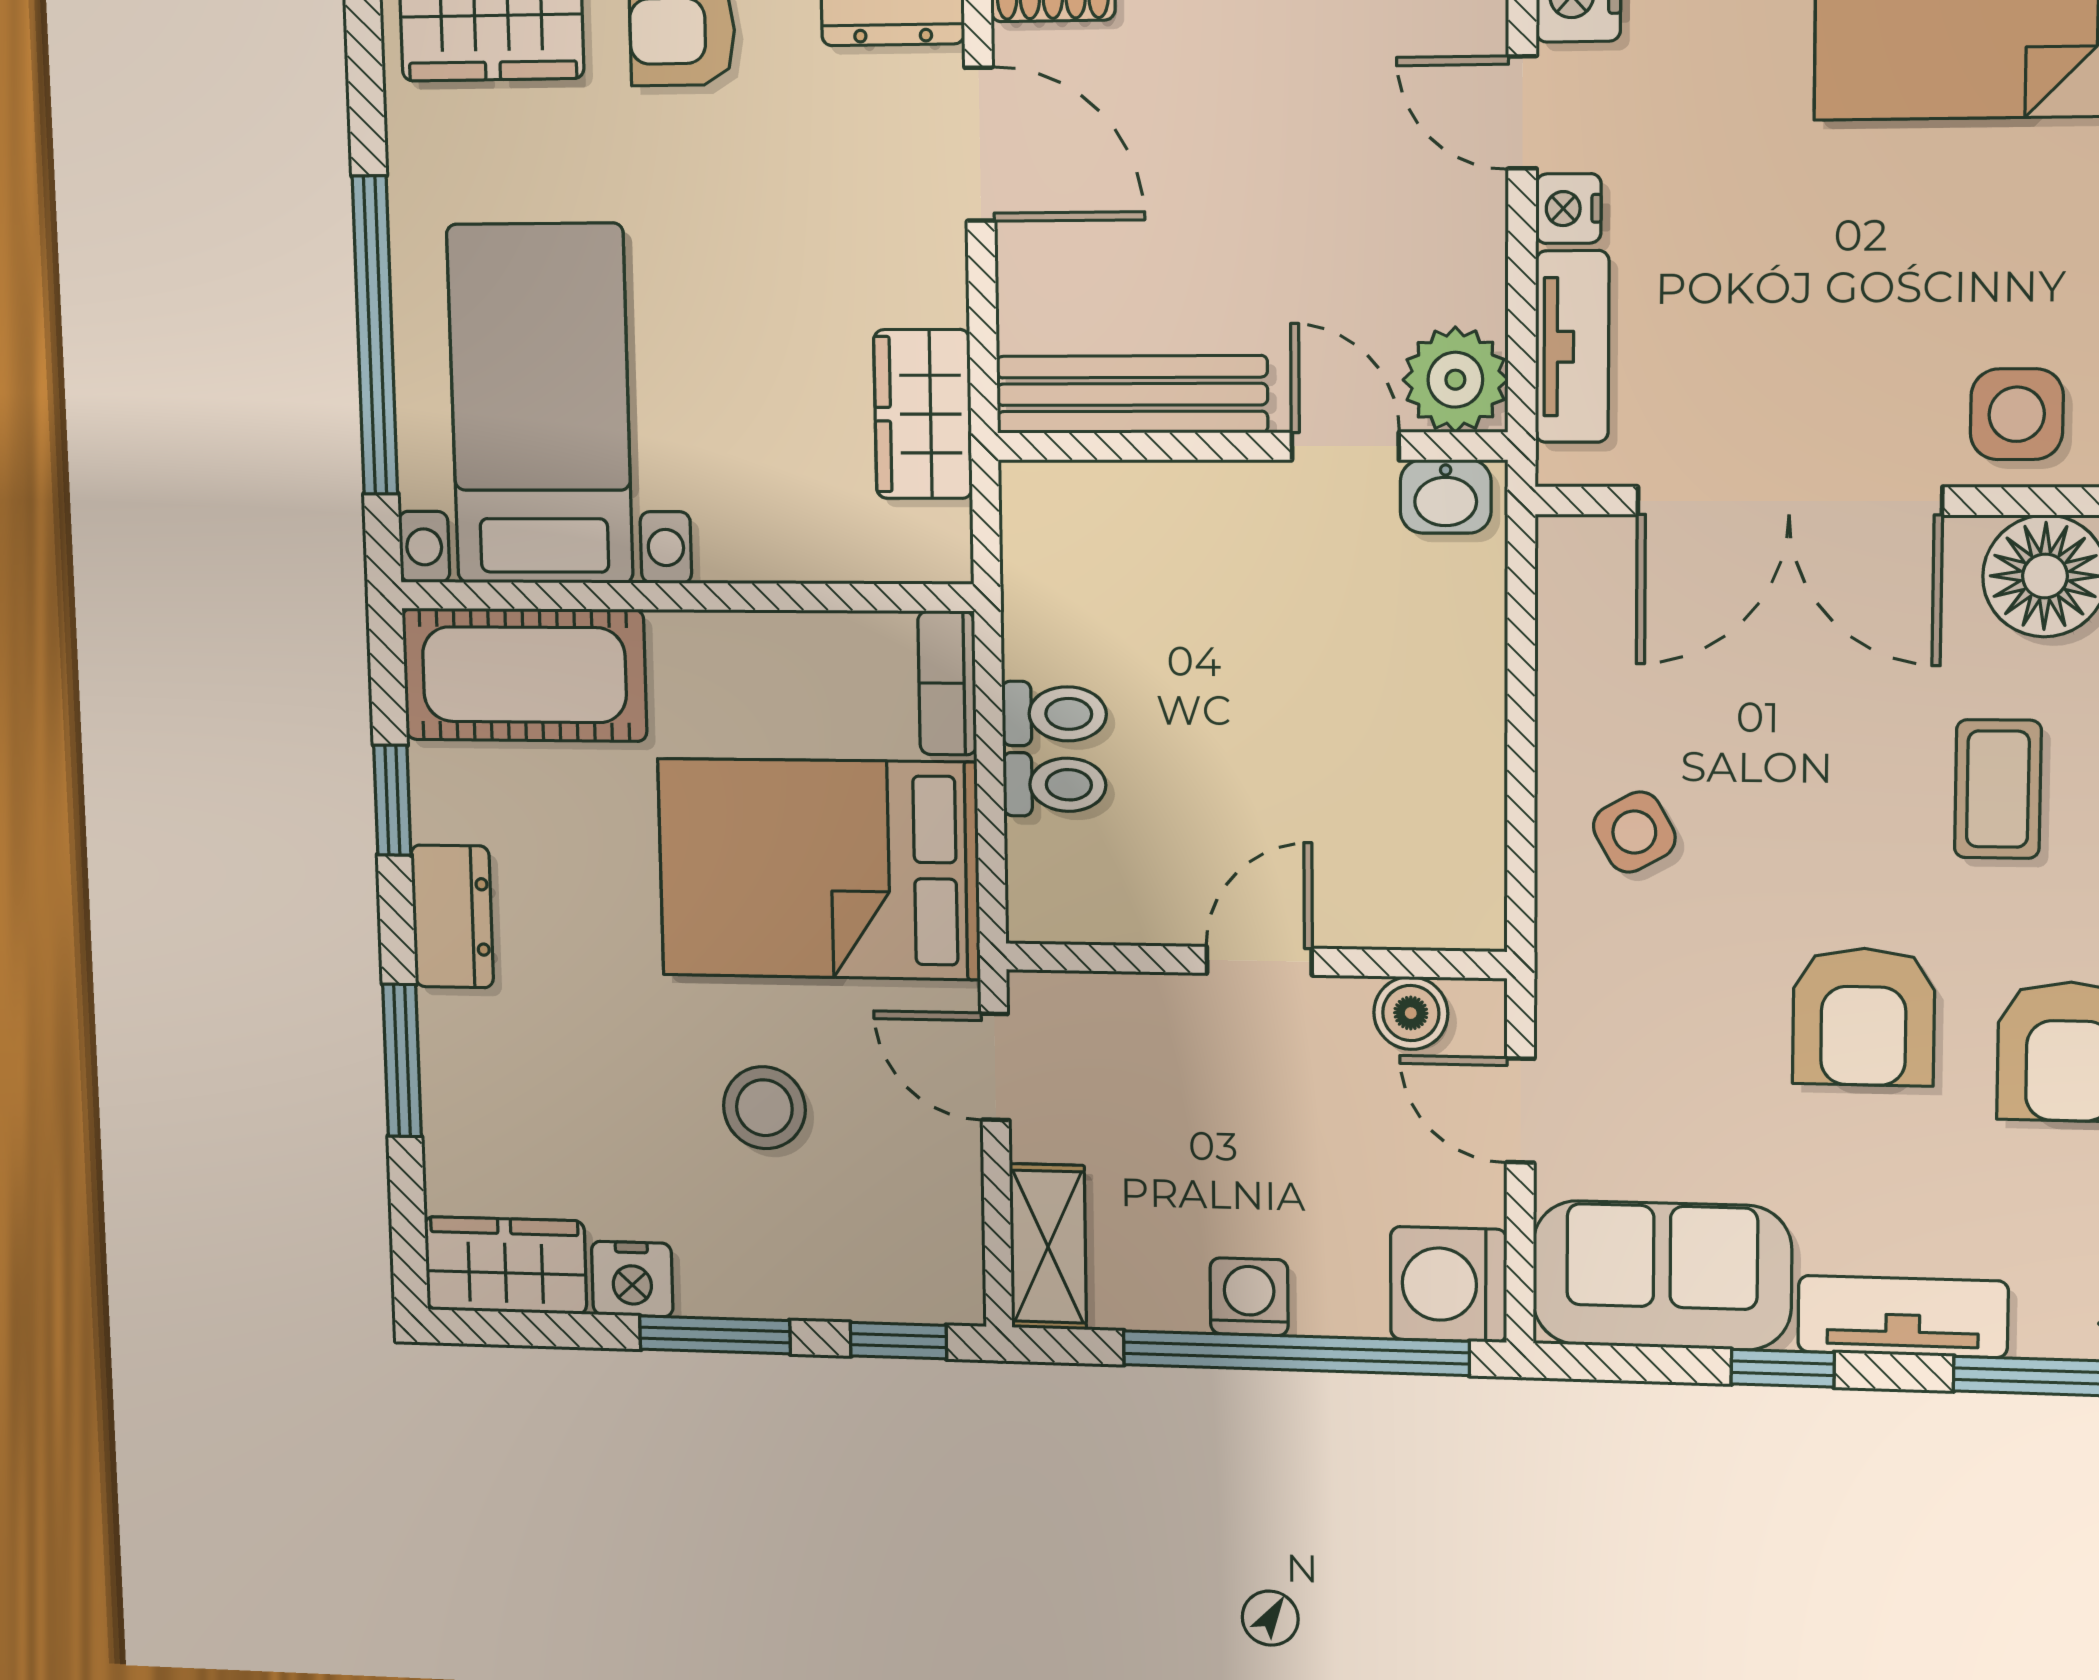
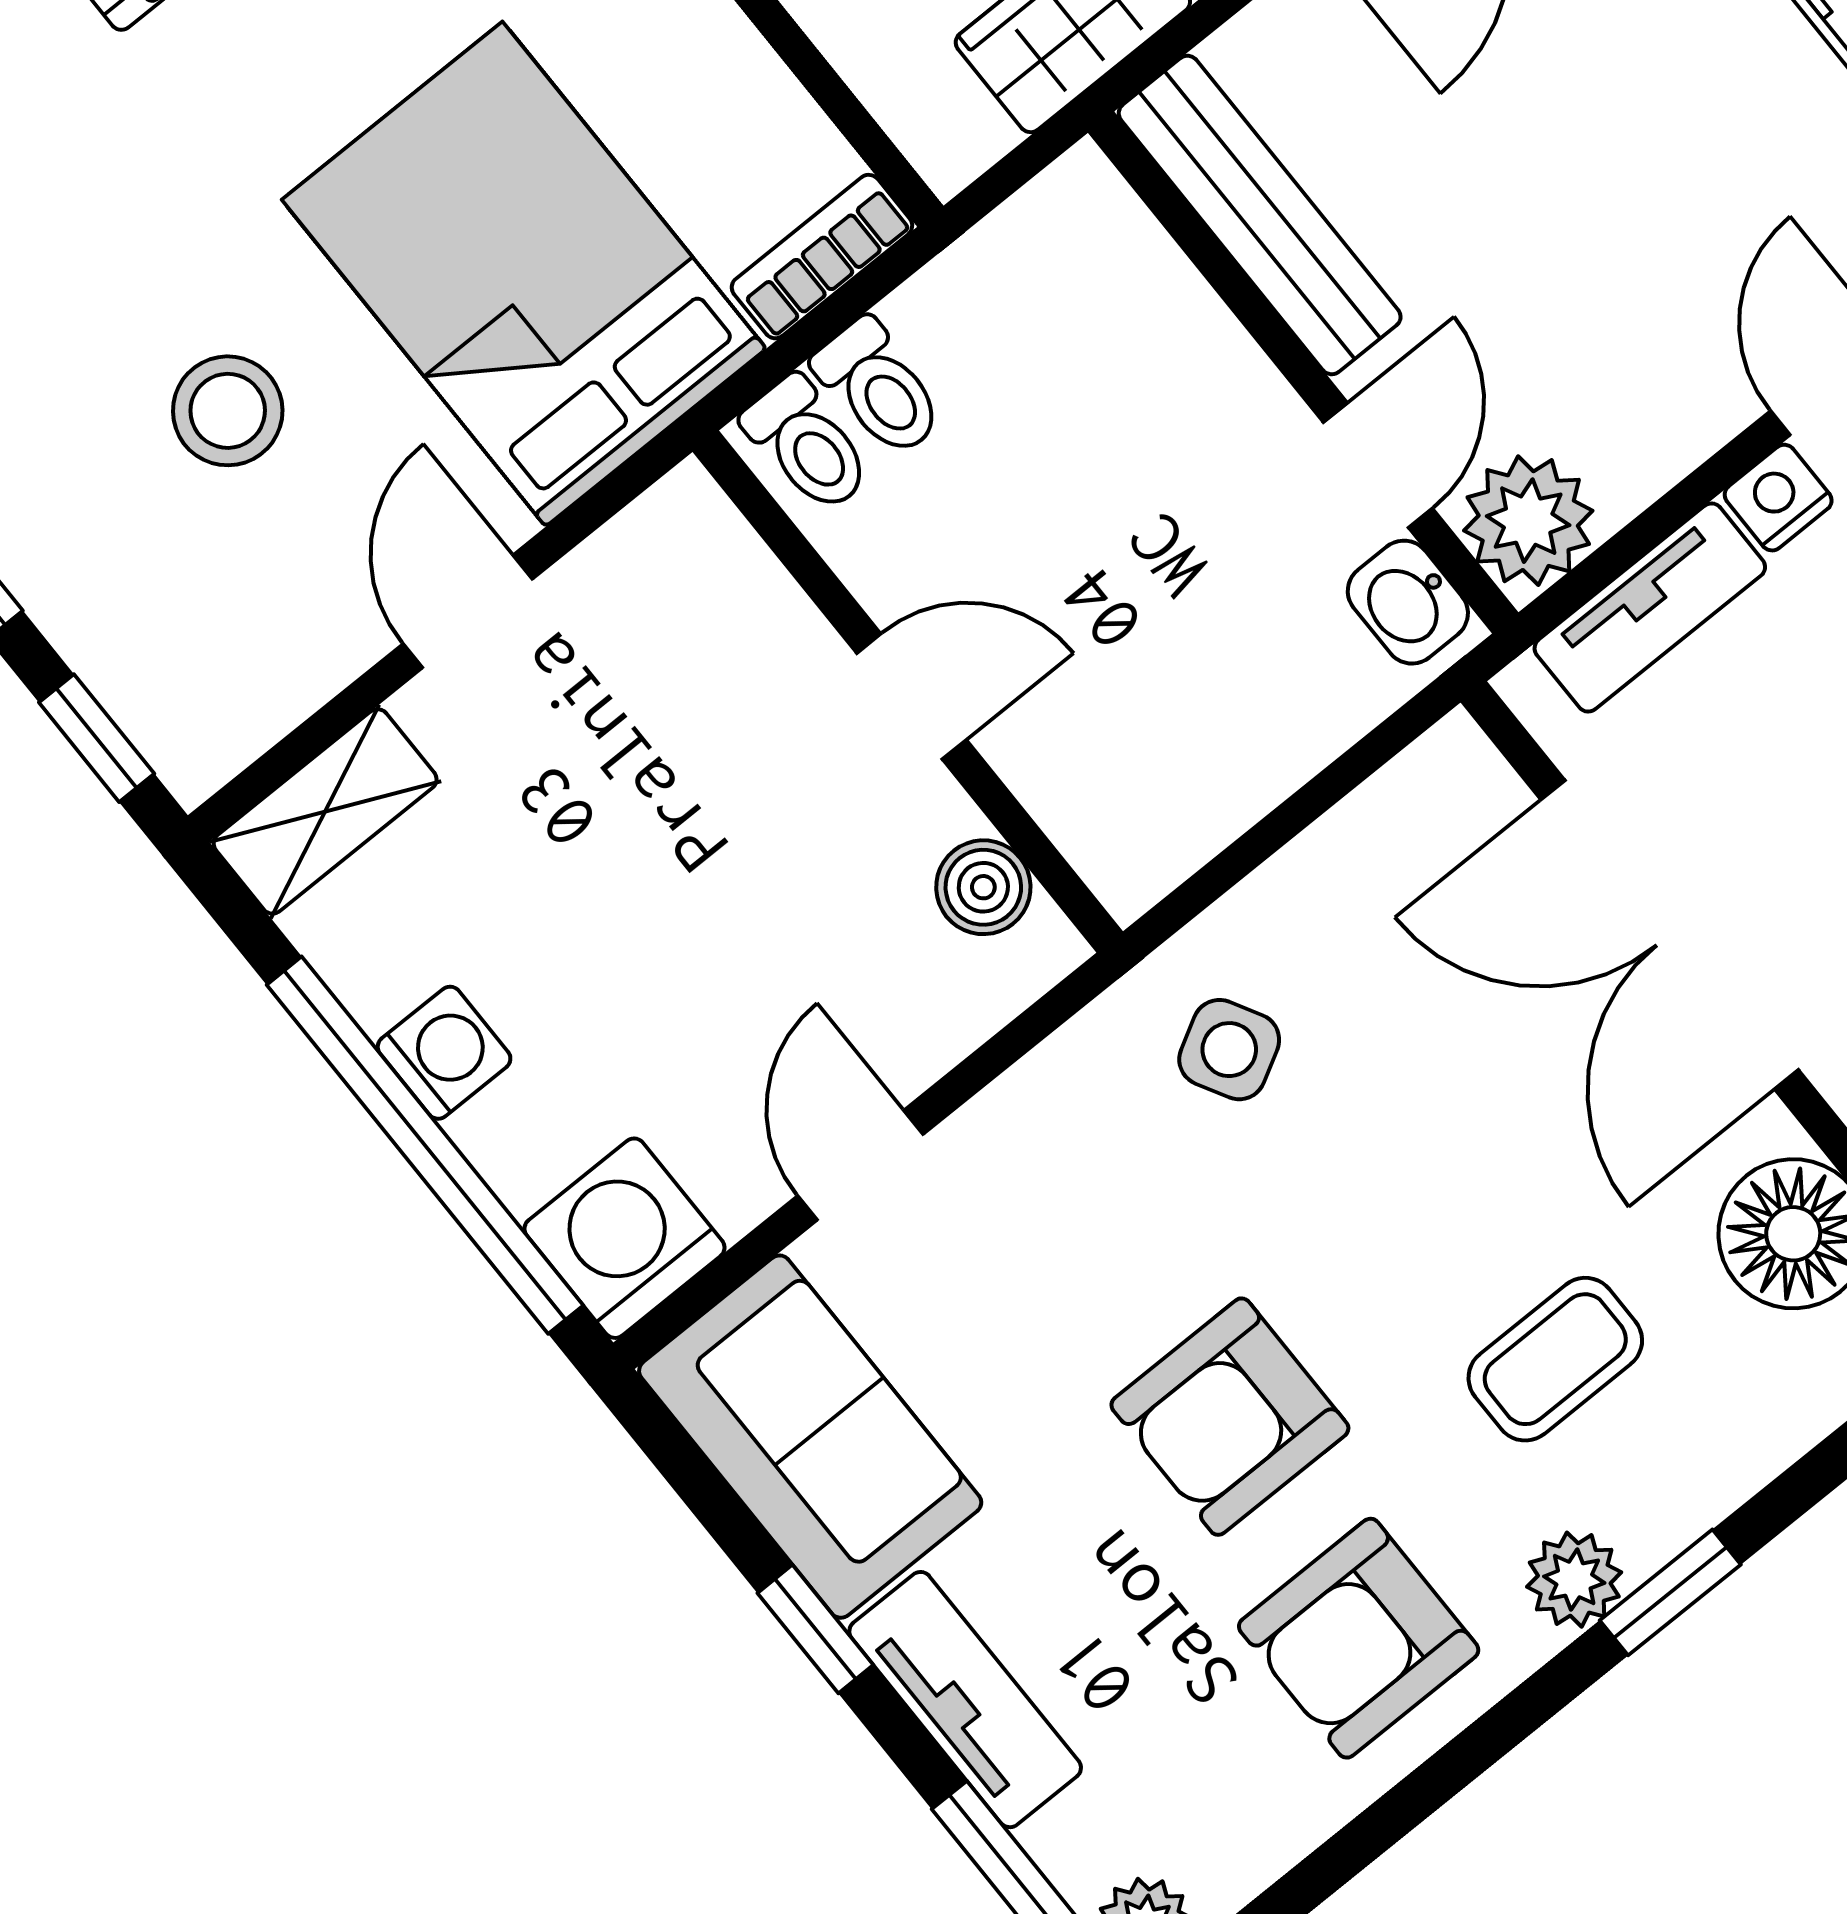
wall: (1254, 961) -> (908, 692), moved
door: (1259, 961) -> (912, 696), moved
boiler: (1411, 1013) -> (983, 887), moved

